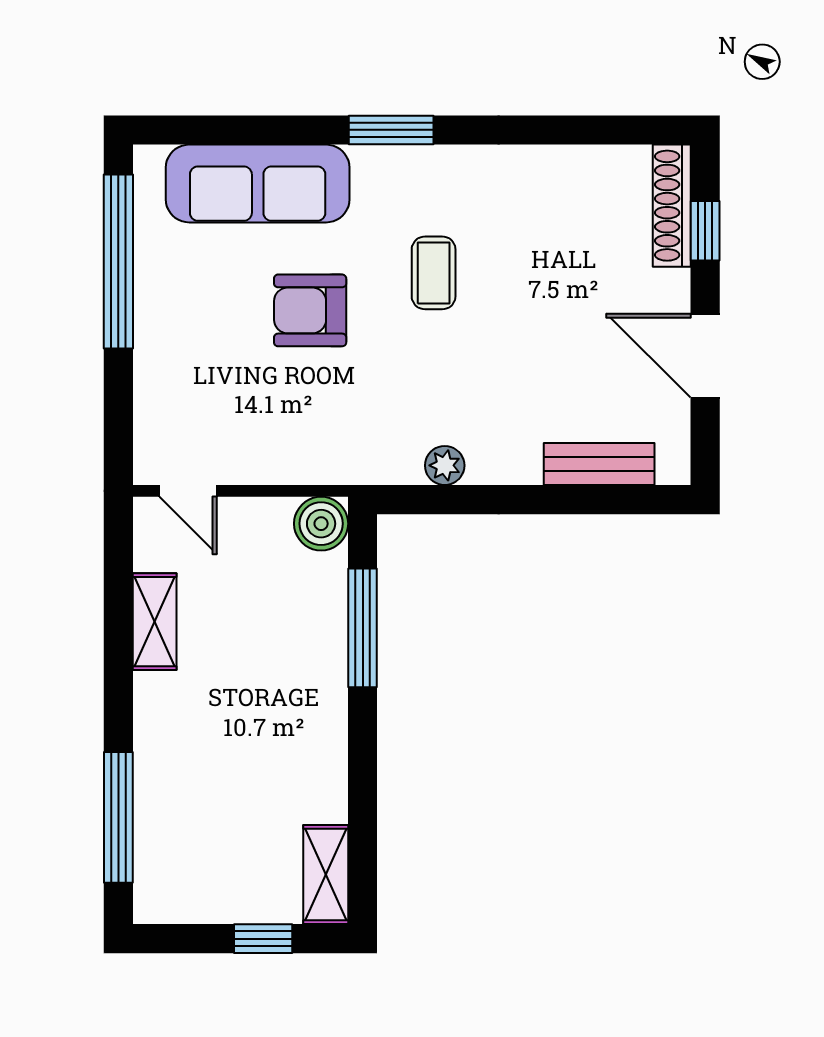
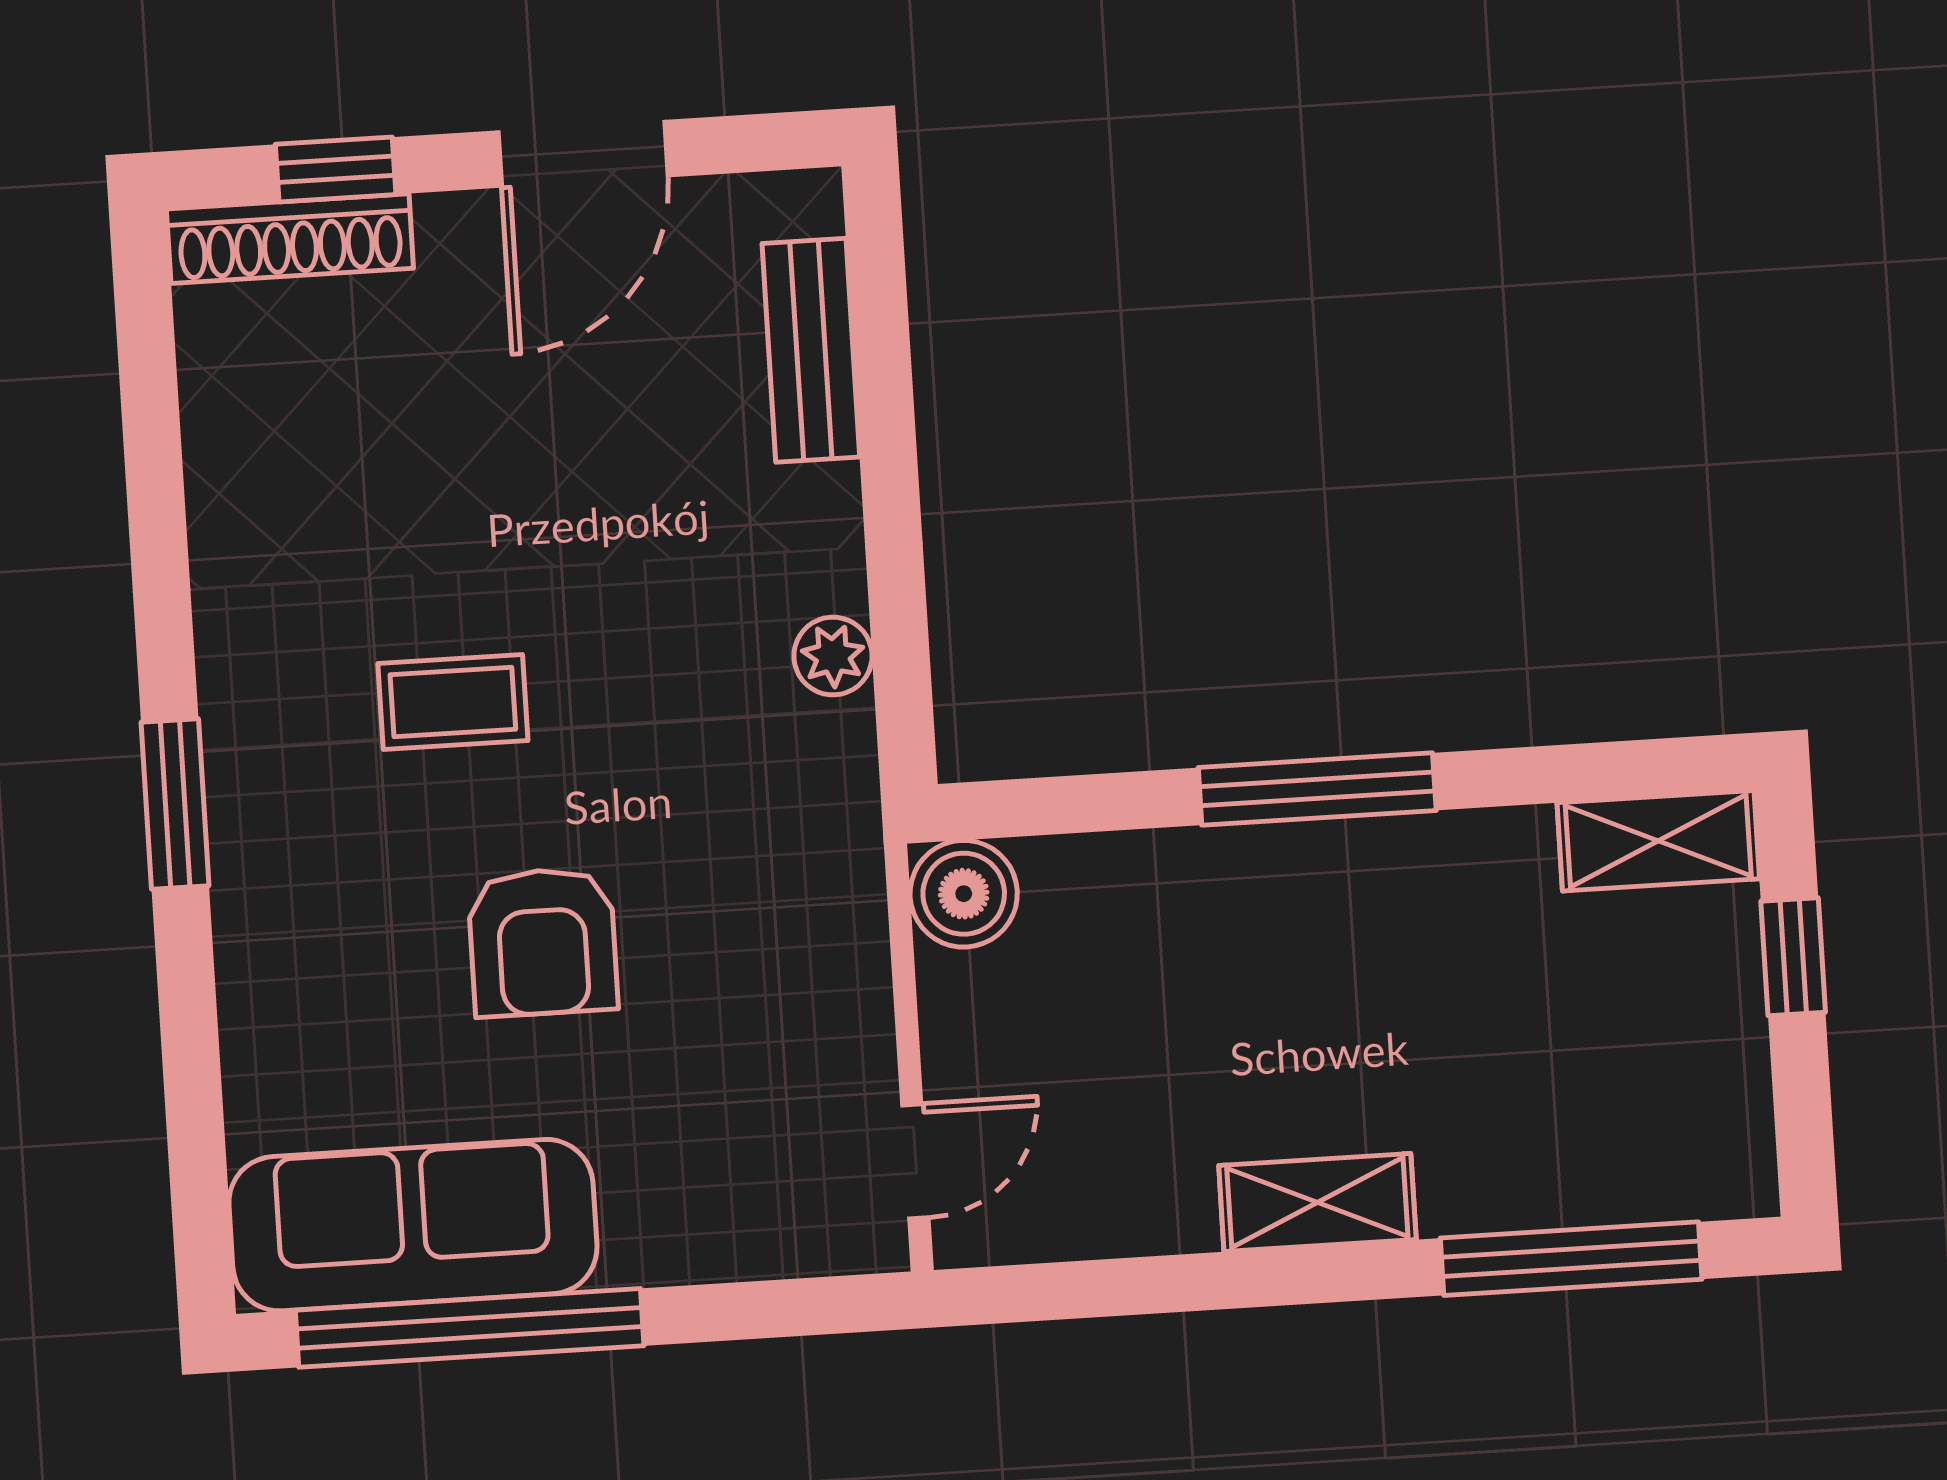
sofa: (258, 183) -> (413, 1225), moved, turned -90
shelving: (155, 622) -> (1317, 1202), moved
window: (363, 628) -> (1317, 789), moved

